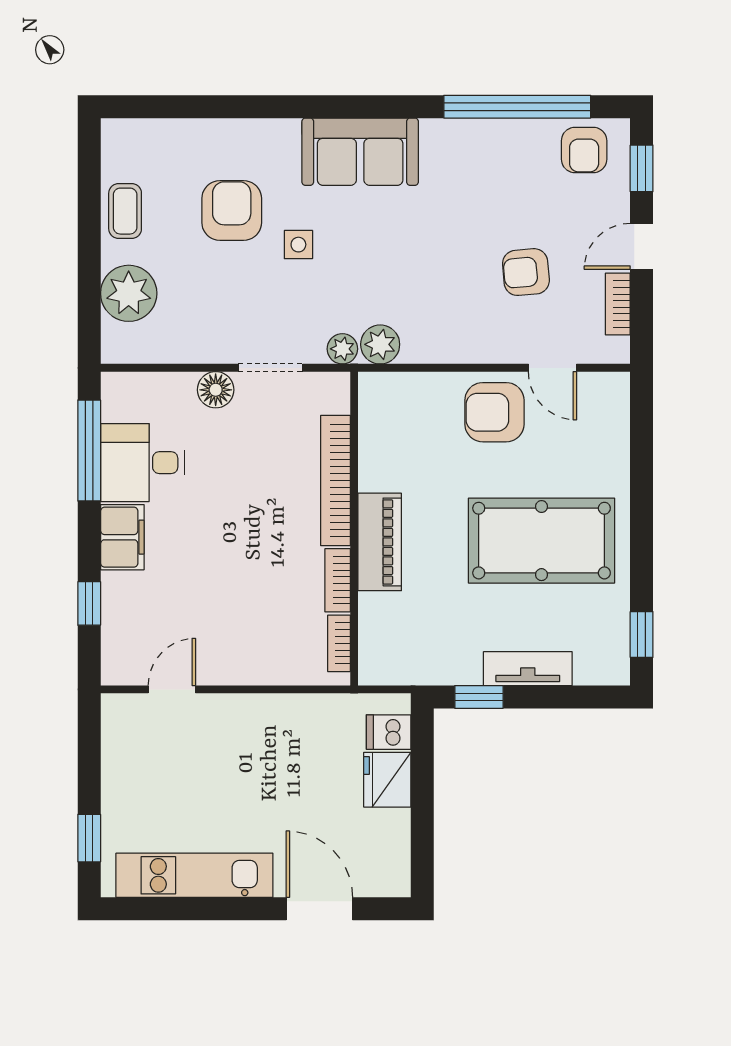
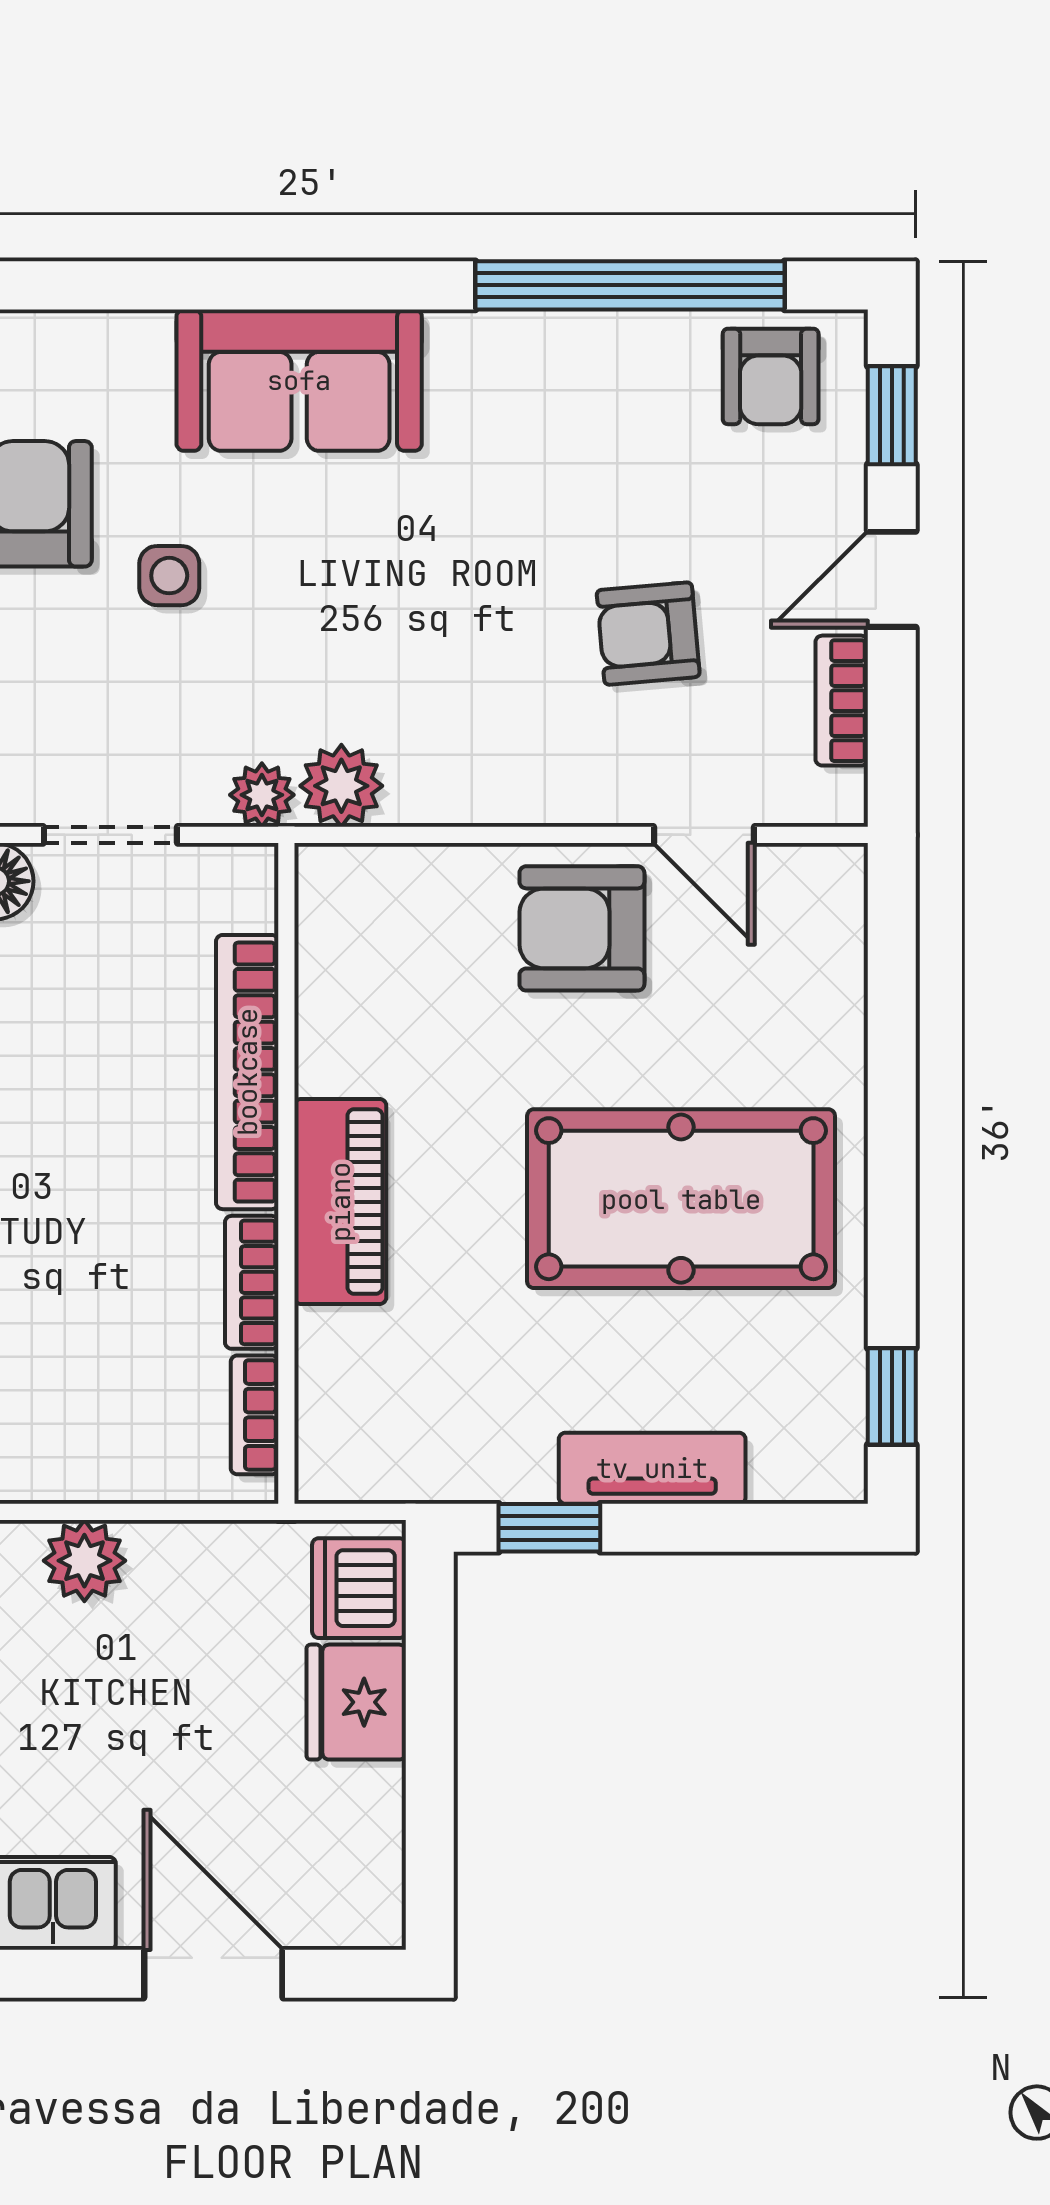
plant: (258, 713) -> (84, 1561), added
dishwasher: (389, 732) -> (359, 1588), width x1.38

